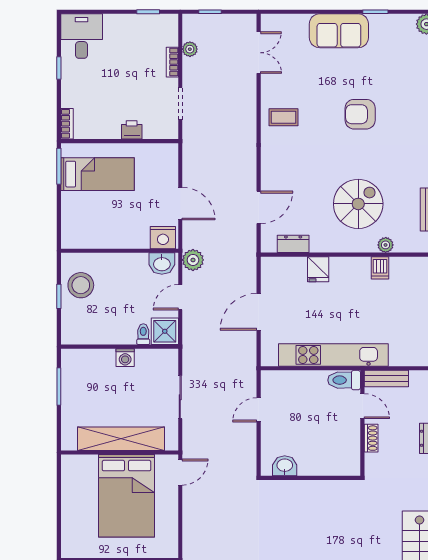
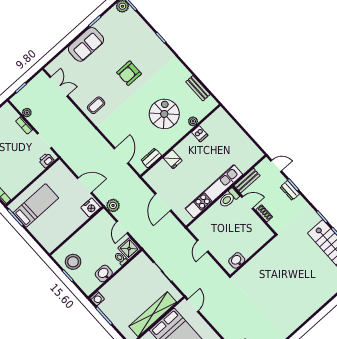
printer: (132, 130) -> (46, 160), moved
washbasin: (162, 264) -> (104, 274), moved, turned 180
washing machine: (125, 358) -> (97, 299), moved

